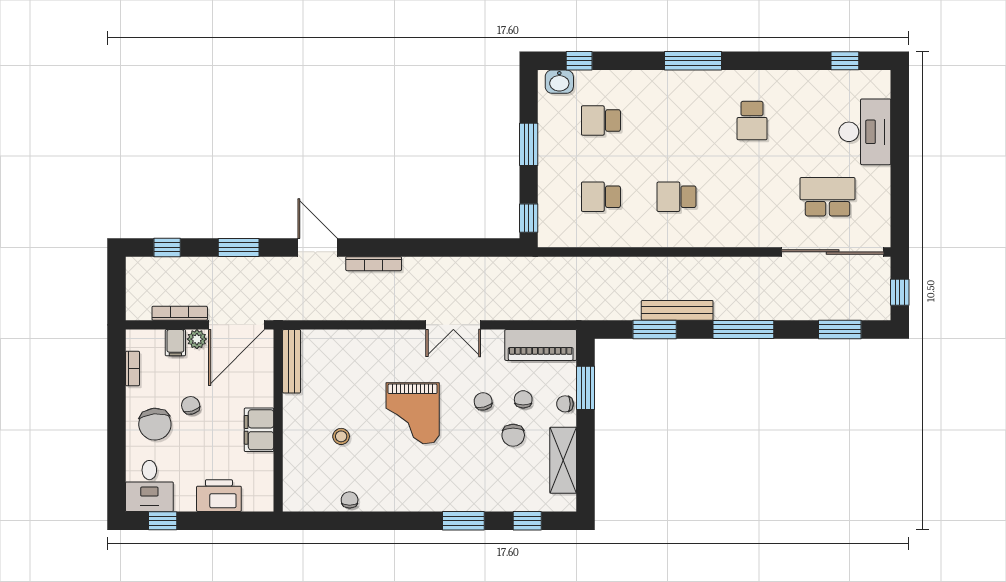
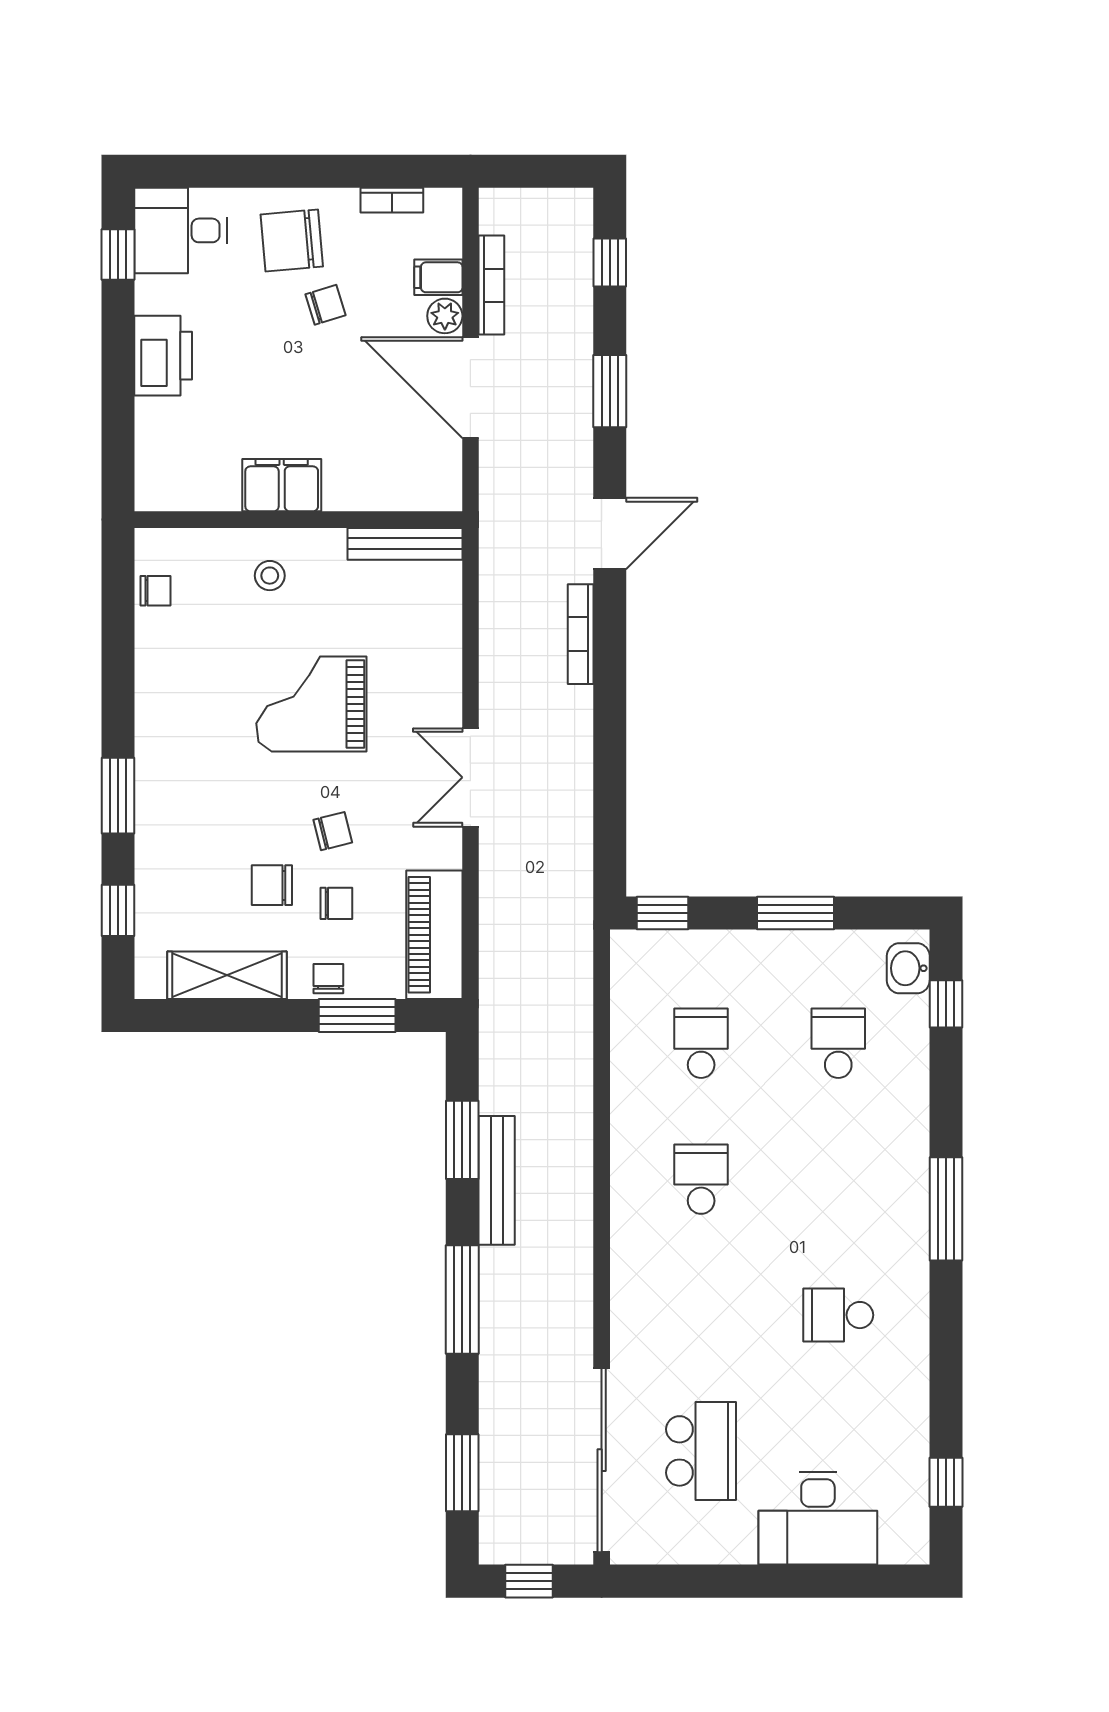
bench: (292, 361) -> (405, 544), moved
wall: (278, 421) -> (298, 520), moved
filing cabinet: (259, 430) -> (282, 485), moved

